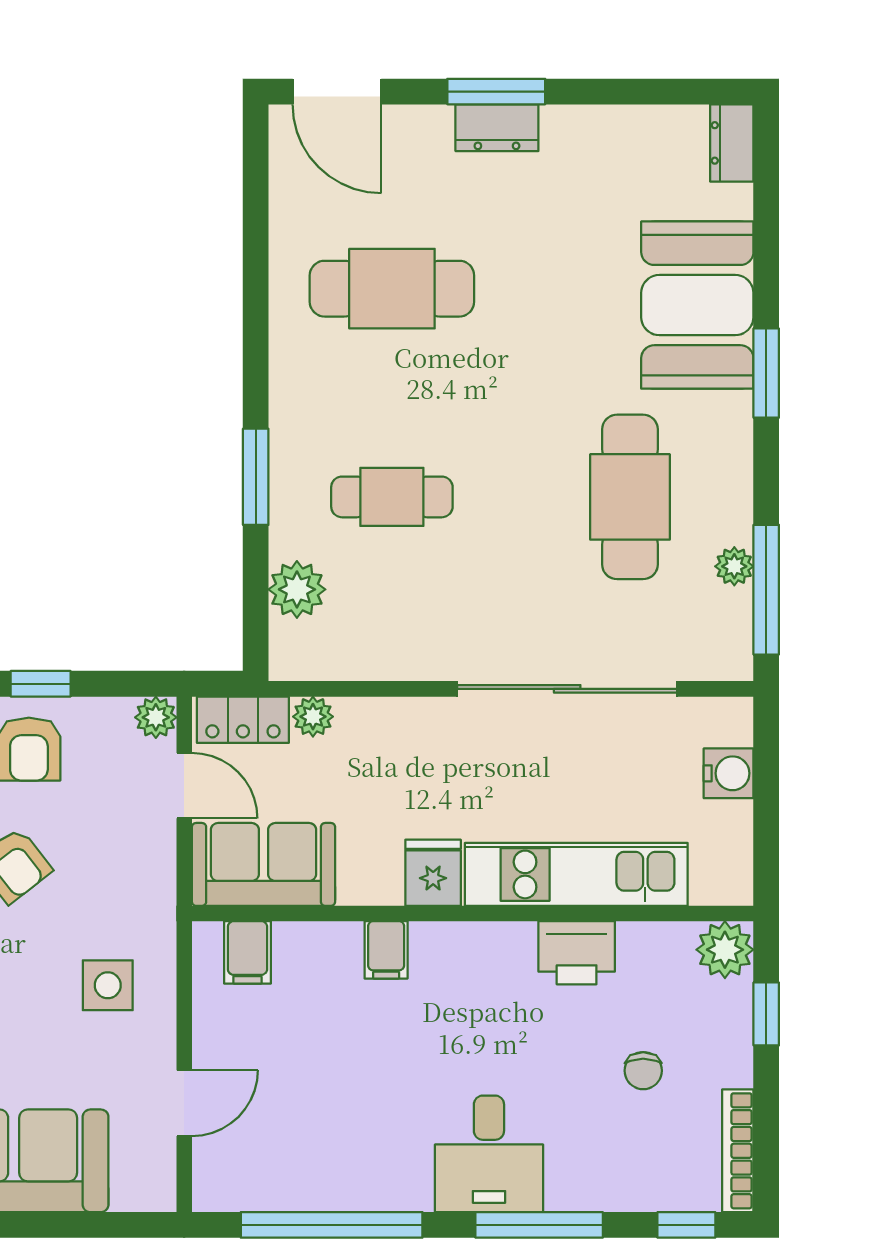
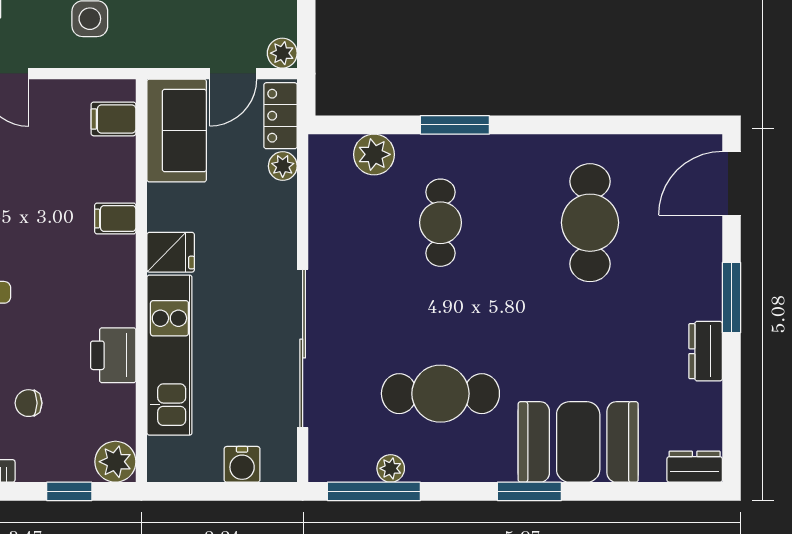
dresser: (497, 128) -> (706, 351), moved

